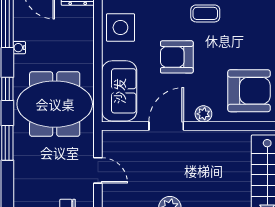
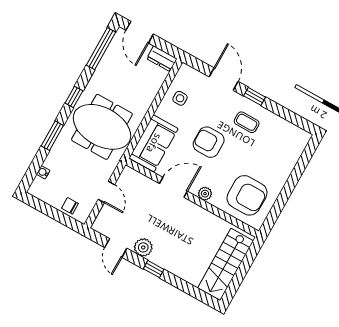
side table: (120, 27) -> (180, 98), width x0.54, depth x0.54
water cooler: (19, 48) -> (43, 172), moved

